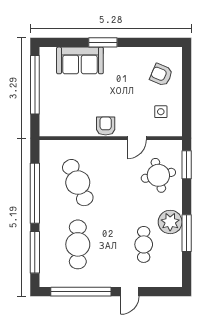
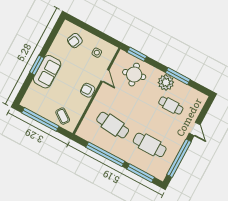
sofa: (80, 60) -> (47, 72), moved
coffee table: (55, 111) -> (63, 116), added
cafe table: (78, 183) -> (113, 125), turned 30

